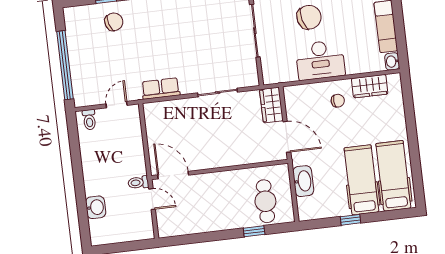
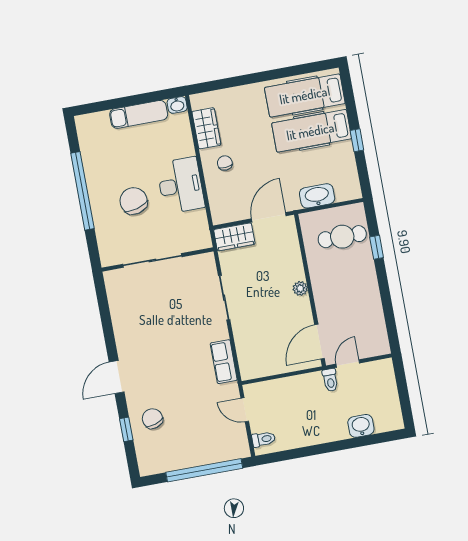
plant: (222, 161) -> (300, 288), added

